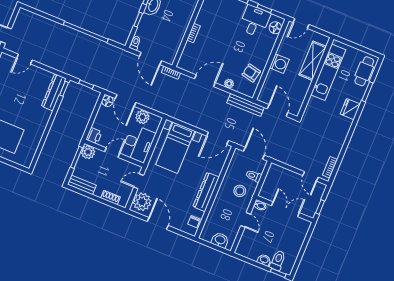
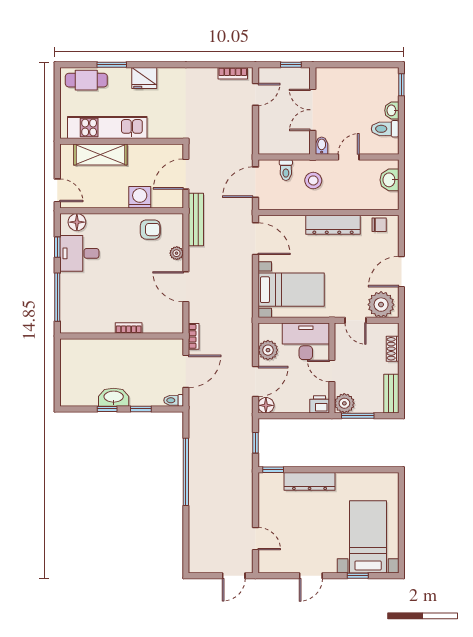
washing machine: (279, 64) -> (140, 197), moved
armchair: (251, 73) -> (150, 230), turned -102
dresser: (54, 92) -> (310, 481), moved
toilet: (278, 260) -> (385, 129), moved

